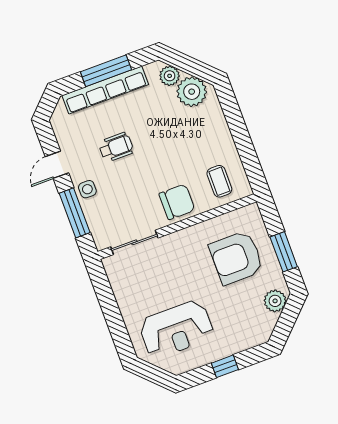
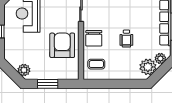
wheelchair: (116, 147) -> (126, 39), moved
armchair: (236, 258) -> (62, 45), moved

